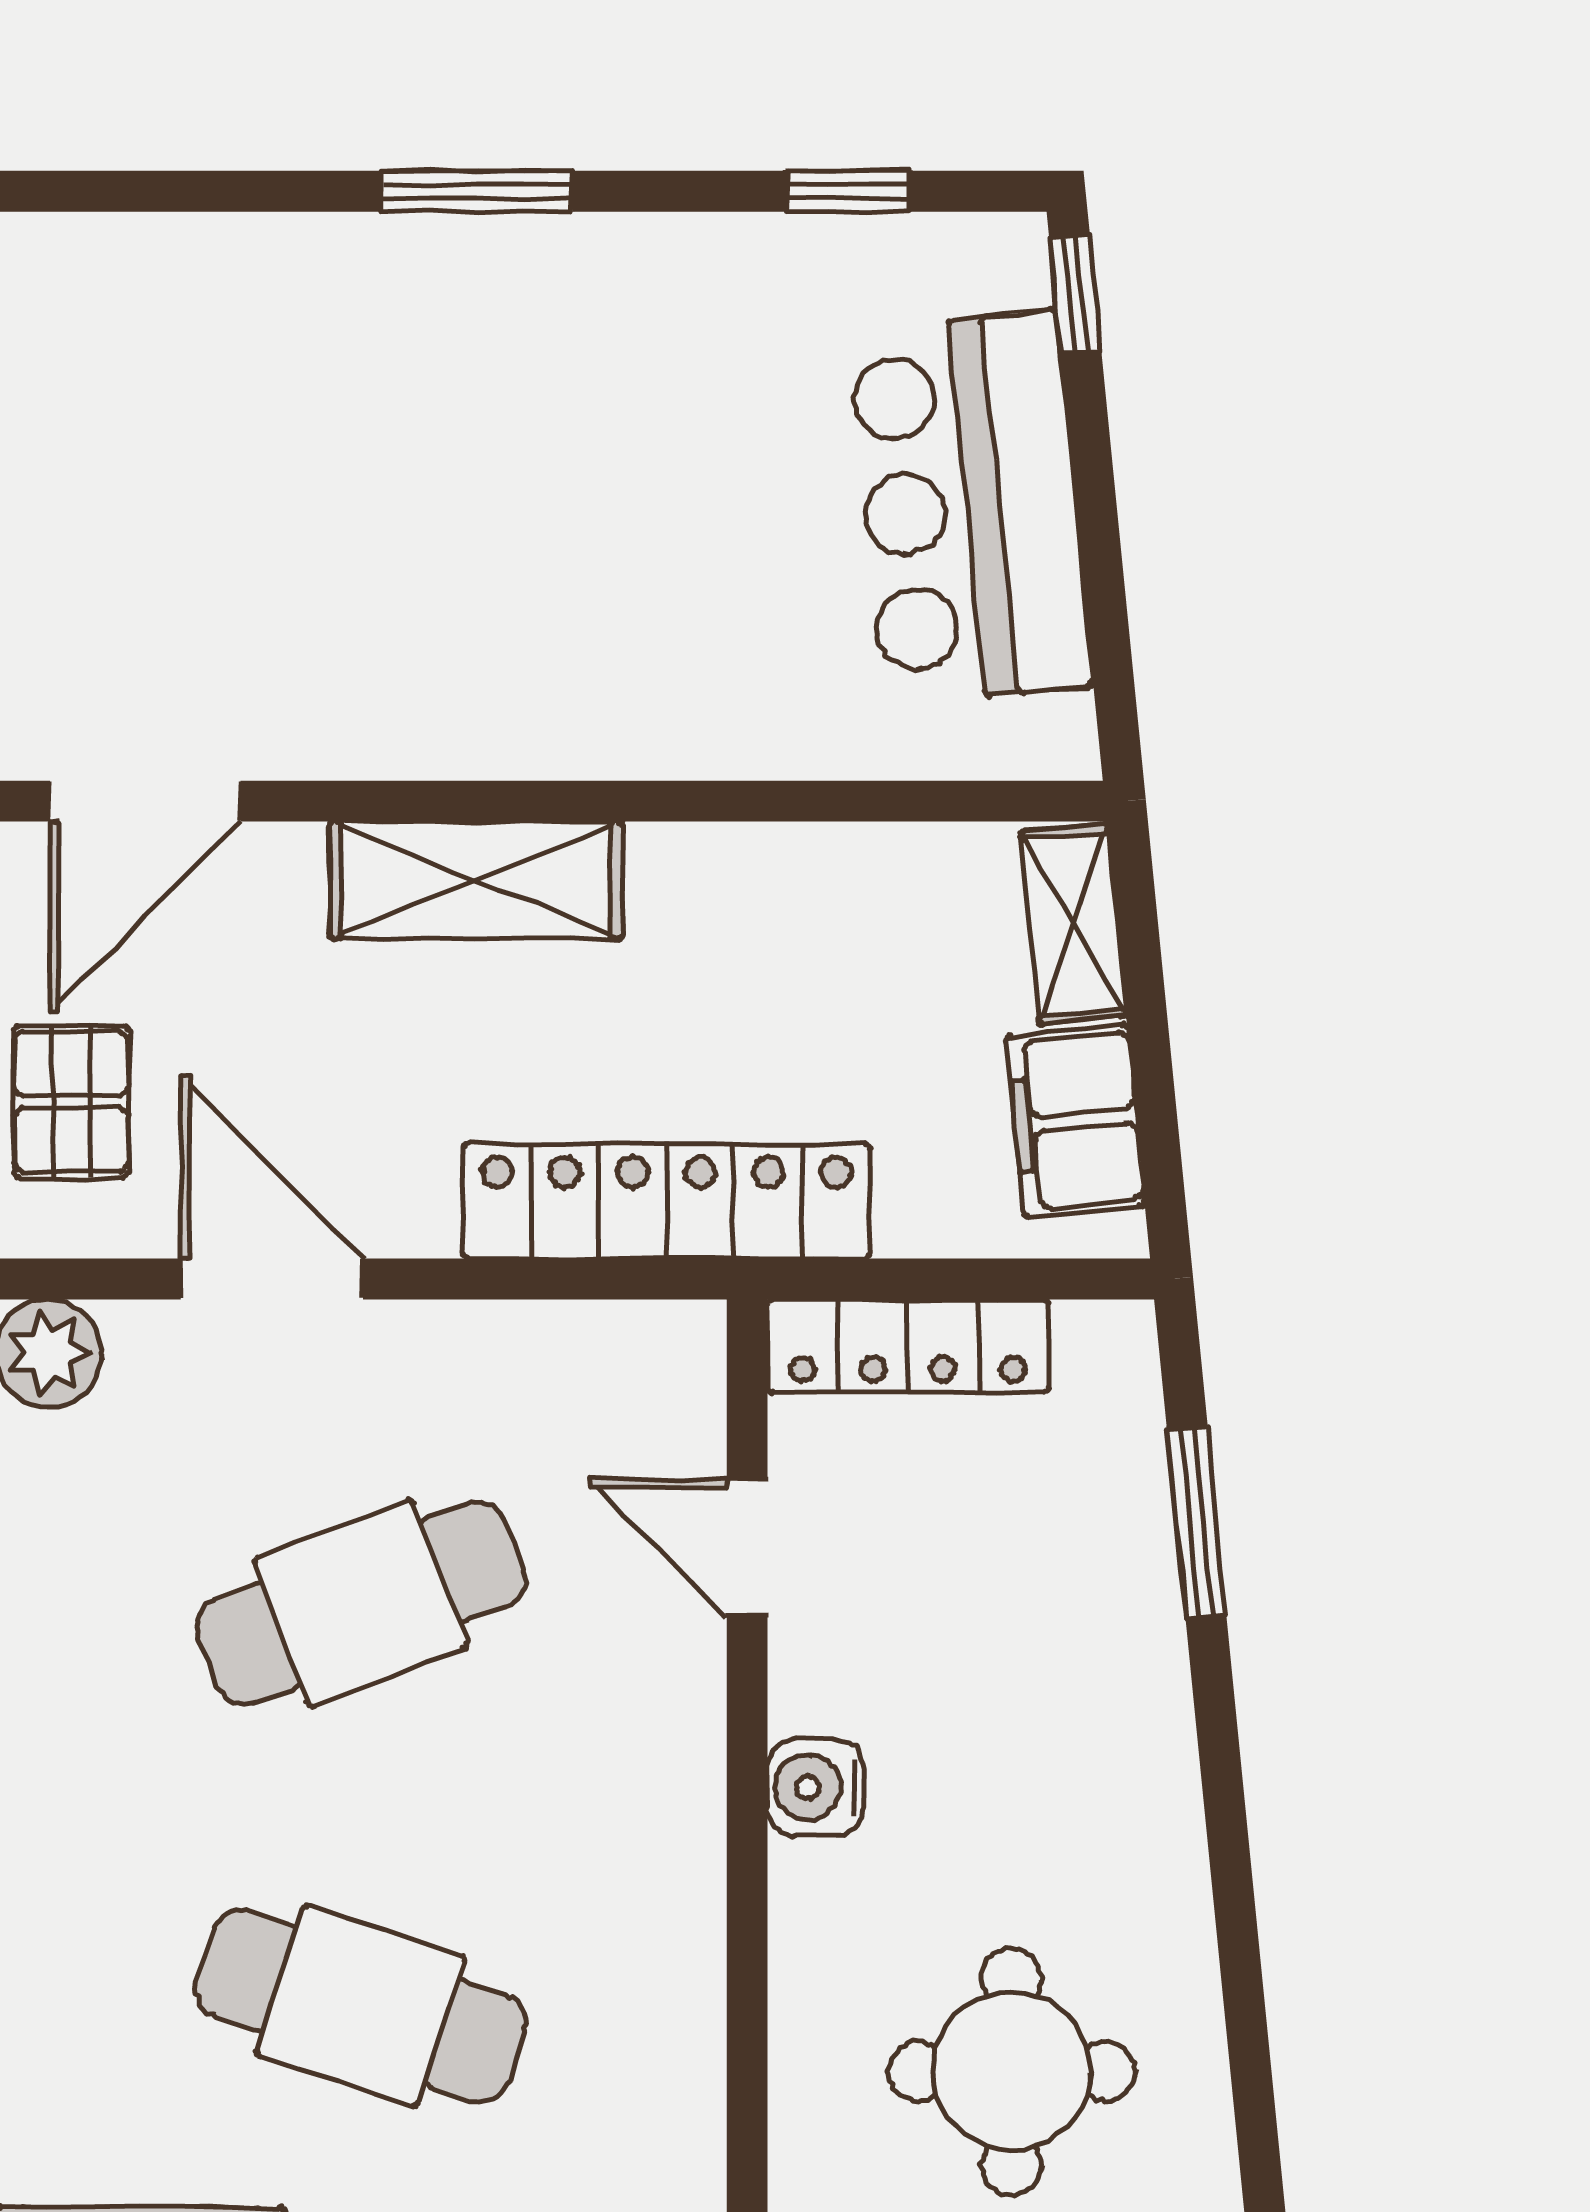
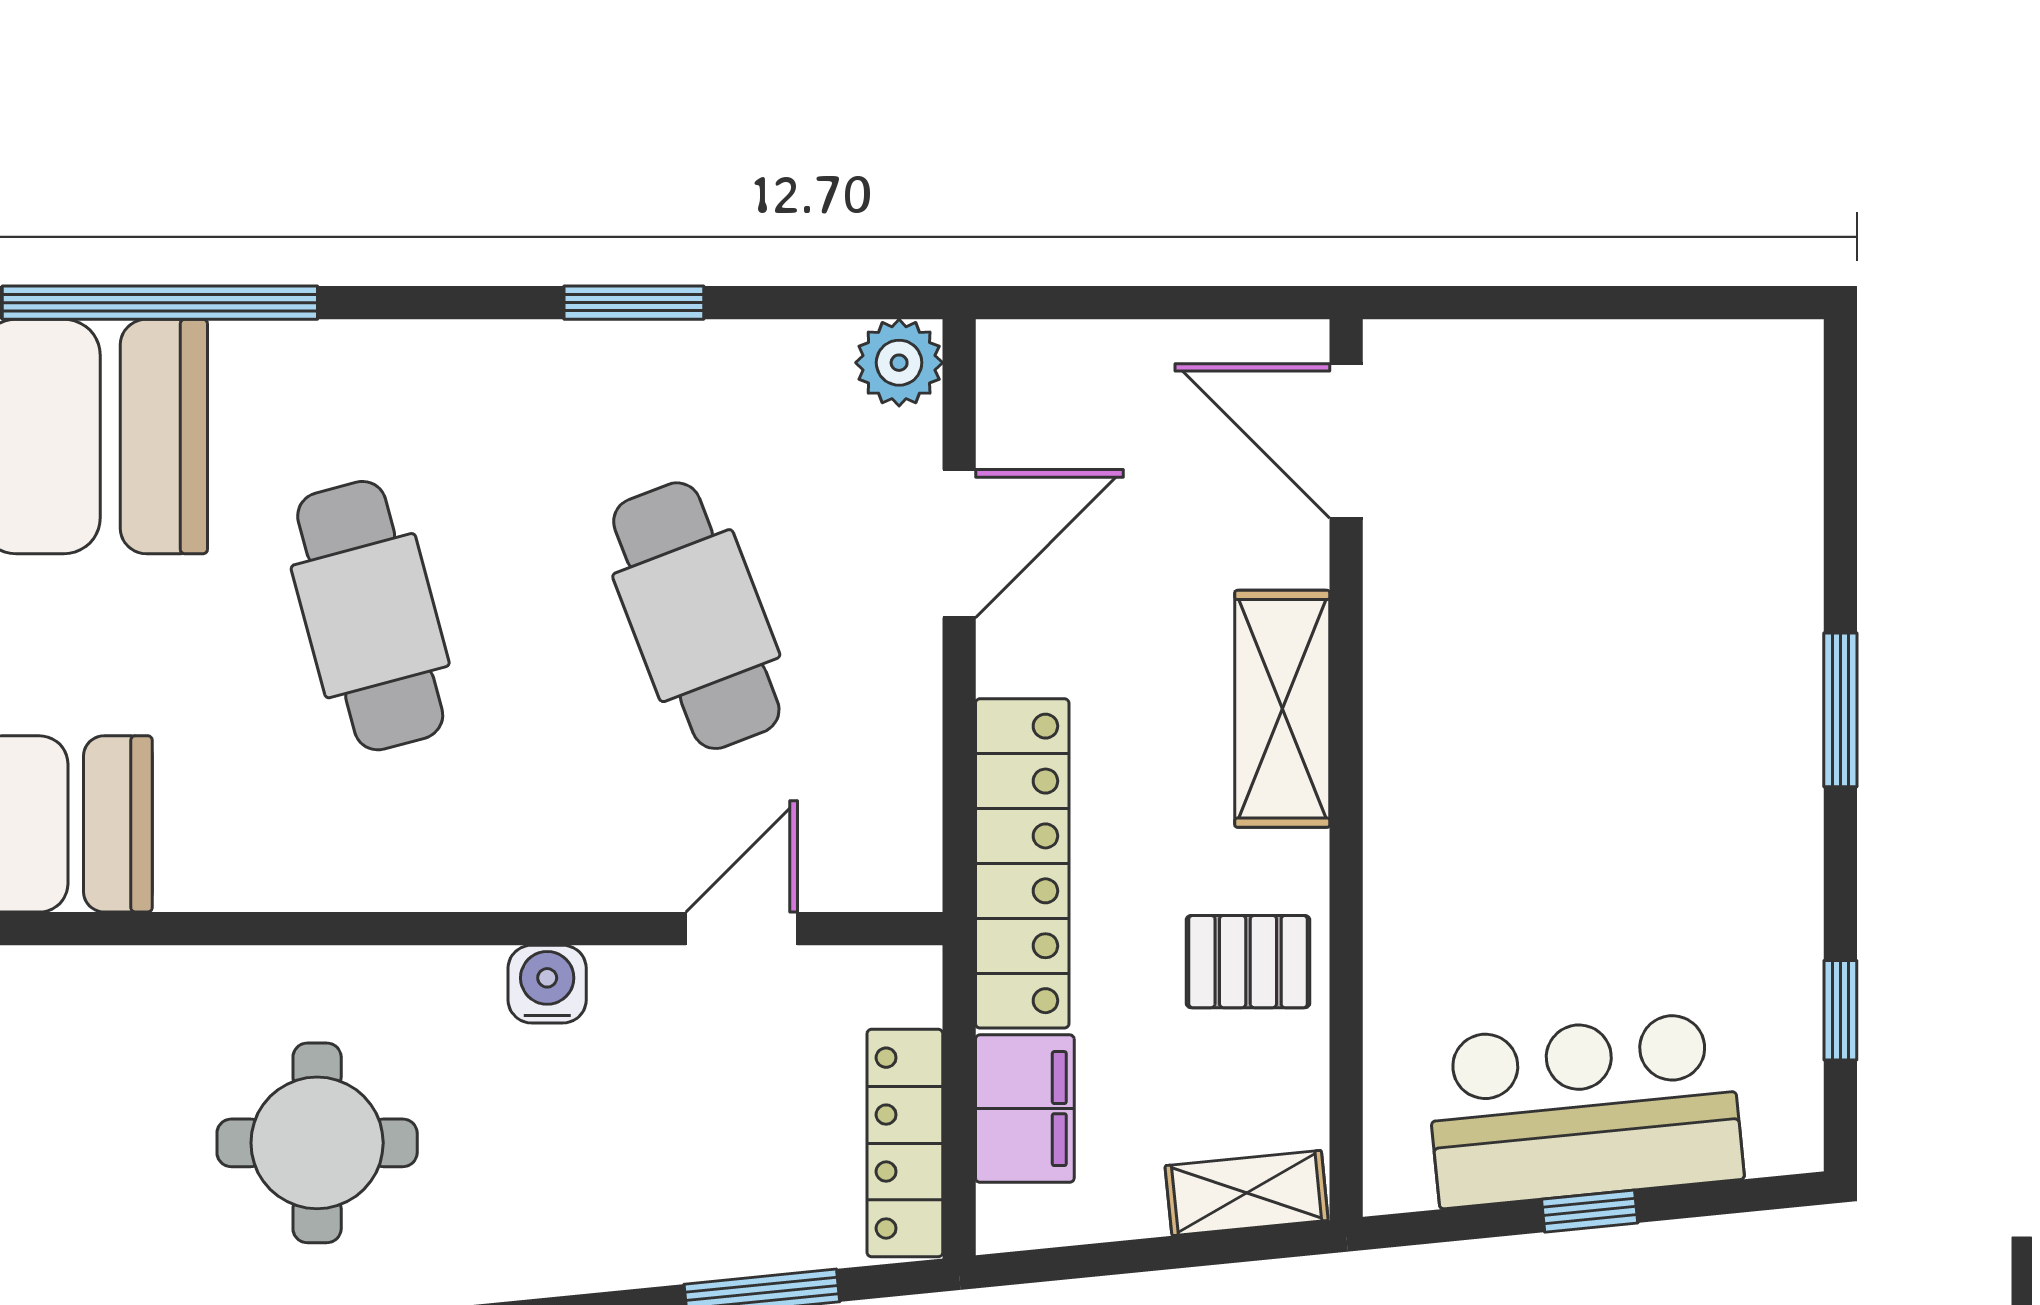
window: (1075, 295) -> (1590, 1211), moved
pallet: (71, 1102) -> (1248, 962), moved
filing cabinet: (1075, 1121) -> (1025, 1109), moved, turned 96
locker: (908, 1346) -> (905, 1143), moved
cafe table: (361, 2006) -> (370, 616), turned -33

